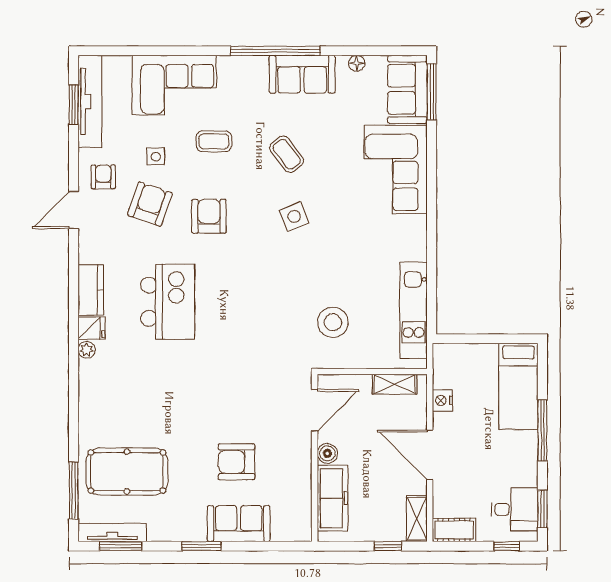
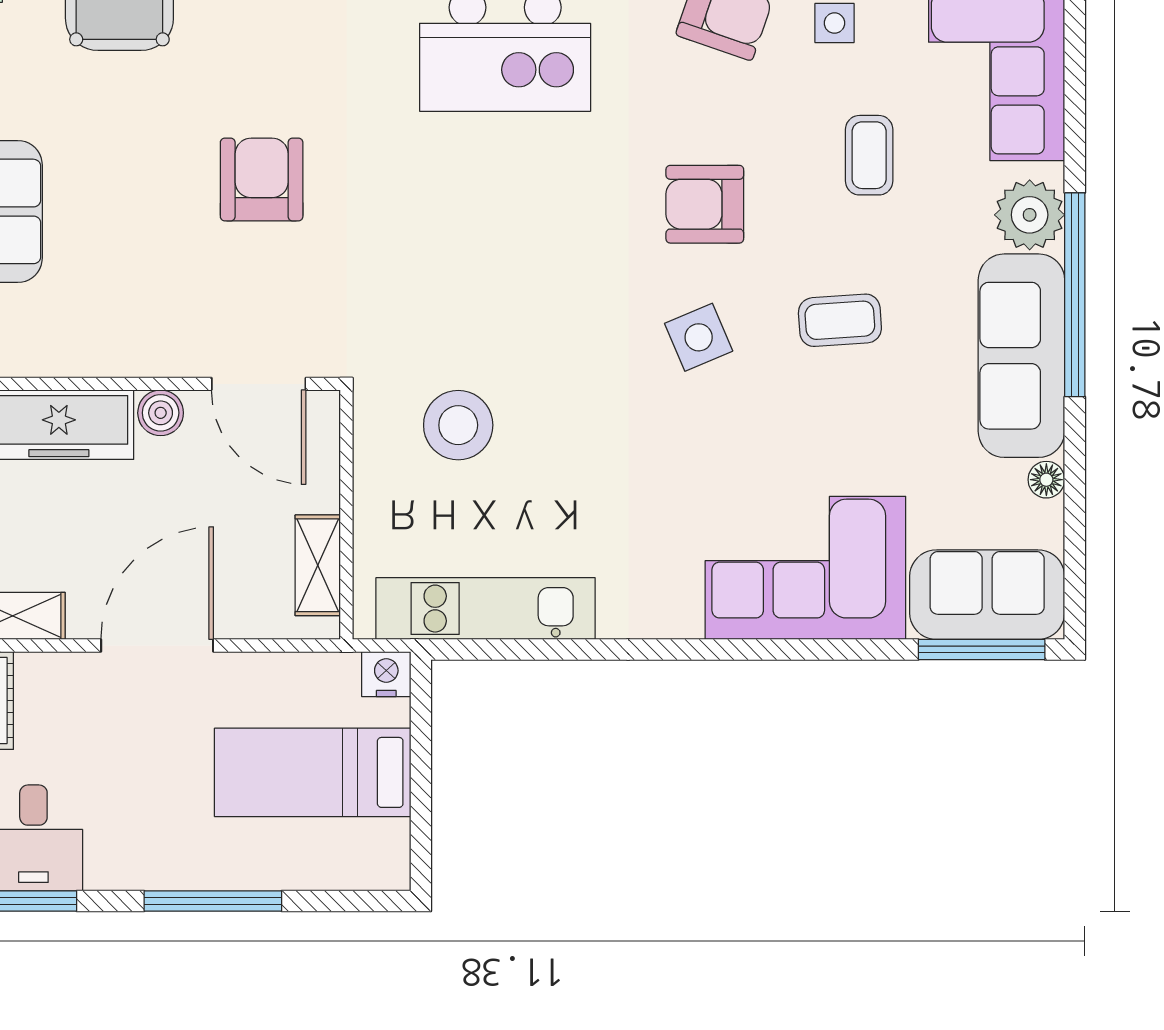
plant: (240, 71) -> (1030, 215), added
sofa: (302, 74) -> (1021, 356), width x1.36
coffee table: (287, 154) -> (840, 320), turned 33
armchair: (209, 216) -> (705, 204), moved, turned 180
bed: (518, 386) -> (313, 772), moved
nightstand: (442, 400) -> (386, 674), moved
armchair: (237, 462) -> (262, 180), moved

